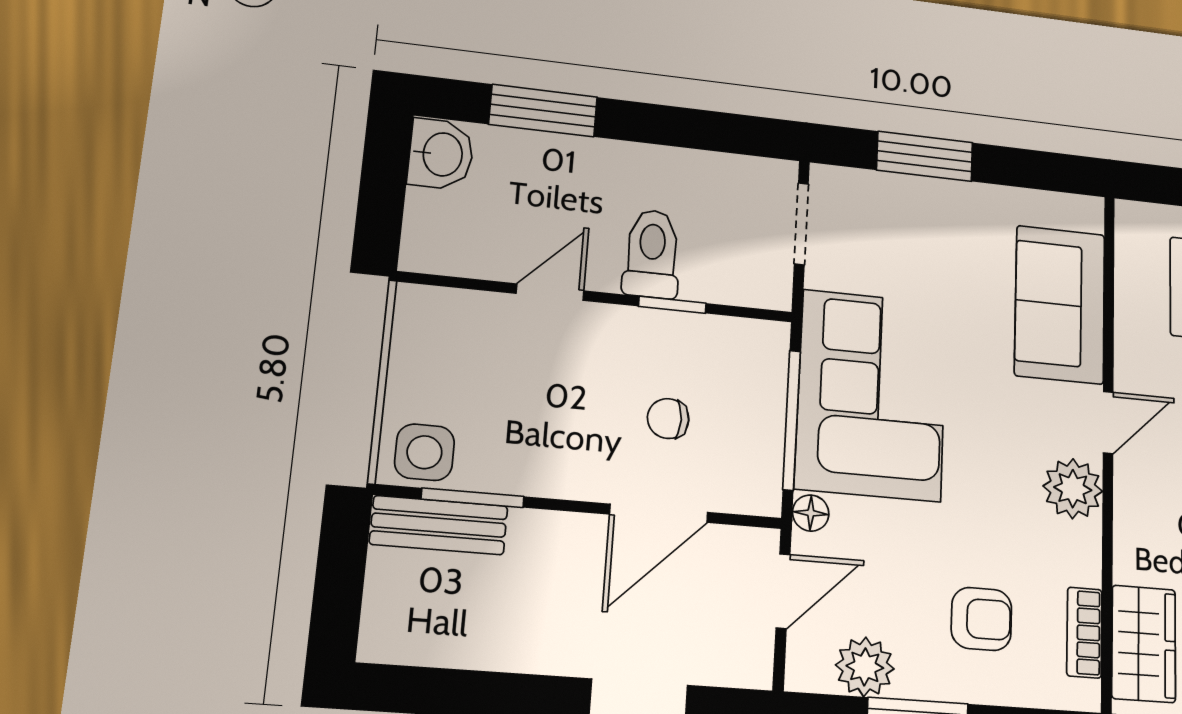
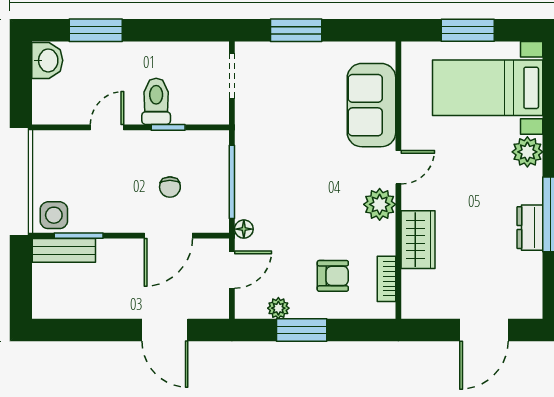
corner sofa: (872, 395) -> (272, 165), removed
chair: (668, 419) -> (170, 187), turned -90
wardrobe: (1144, 644) -> (418, 240), moved
plant: (865, 667) -> (278, 308), width x0.73, depth x0.73

